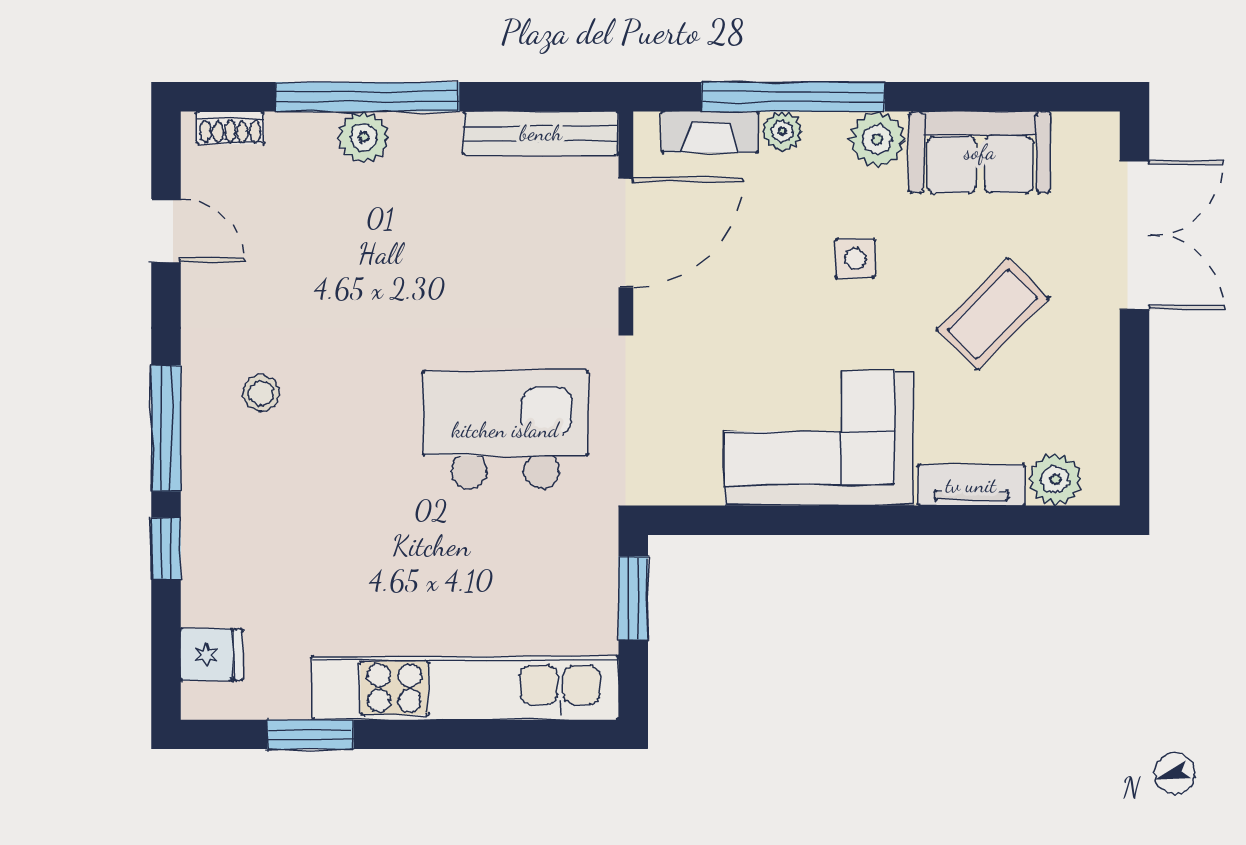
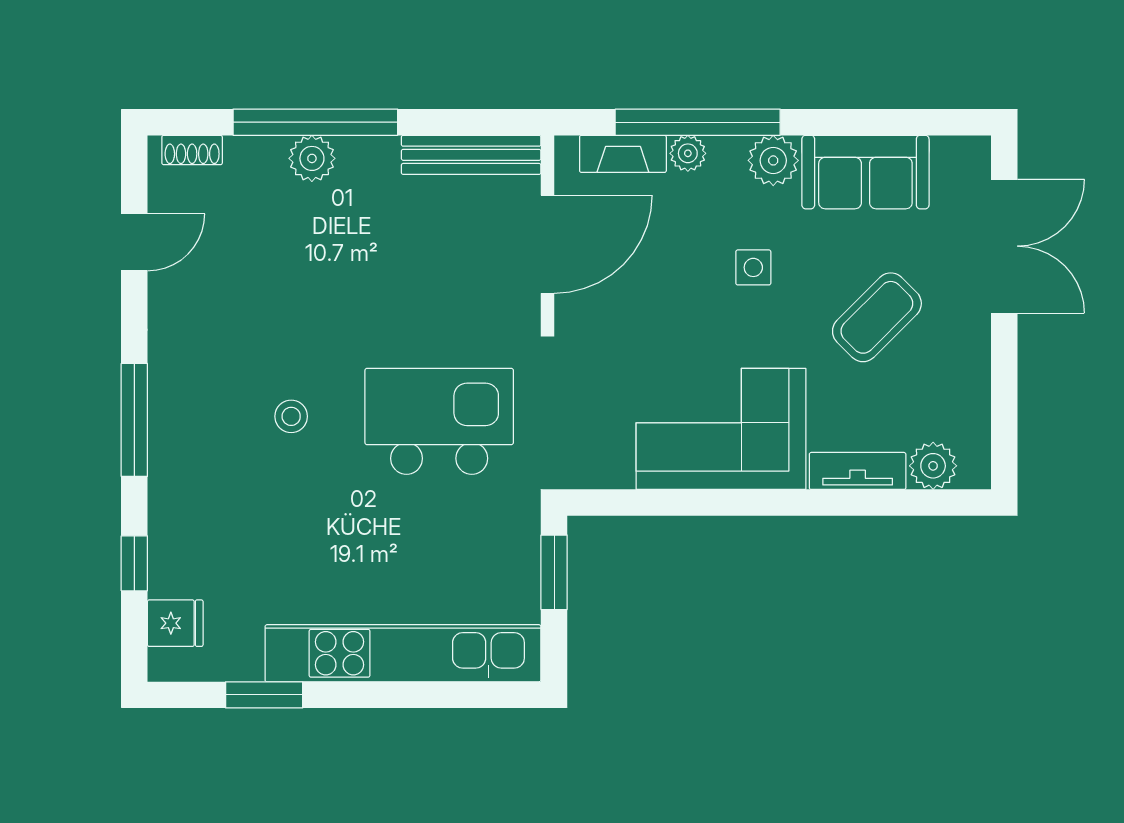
door: (166, 231) -> (134, 242), hinge flipped
stool: (261, 393) -> (291, 416), moved
window: (166, 548) -> (134, 563), moved

